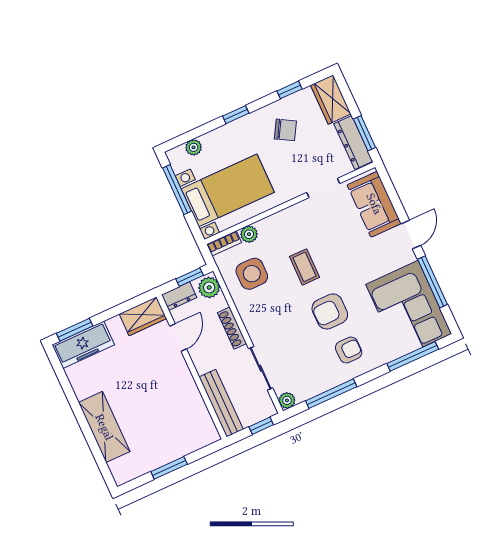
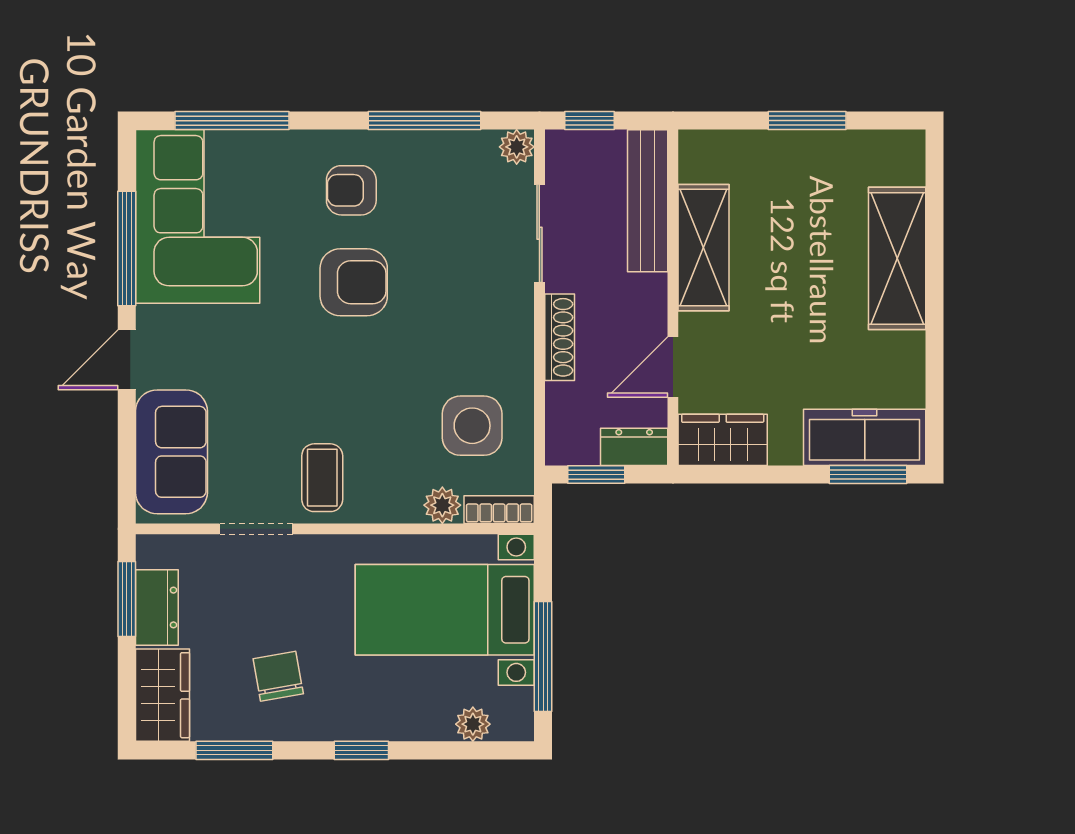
window: (290, 90) -> (234, 750), width x1.50
chair: (285, 130) -> (278, 676), turned 50
dresser: (353, 143) -> (157, 608), width x0.70
coffee table: (304, 267) -> (322, 478), moved
plant: (209, 287) -> (568, 437), removed
shelving: (188, 394) -> (704, 248), added

